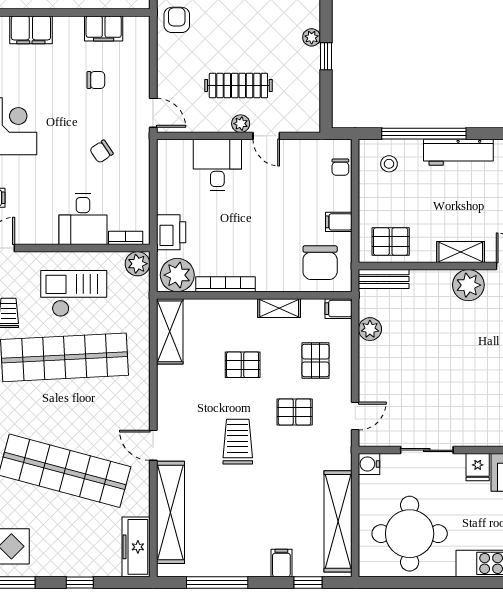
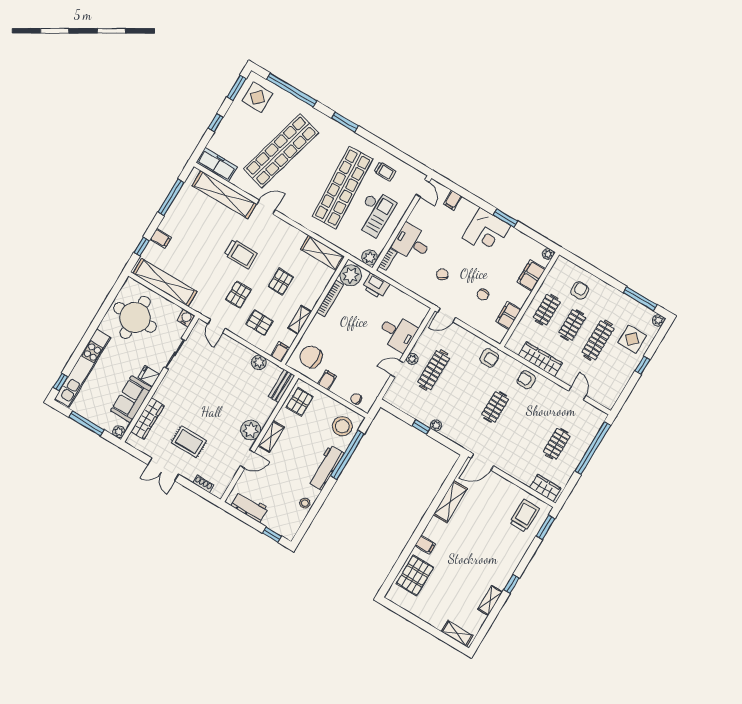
stool: (389, 164) -> (342, 426), width x1.89, depth x1.89

